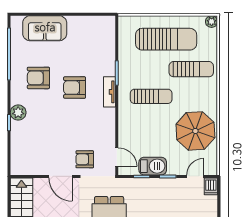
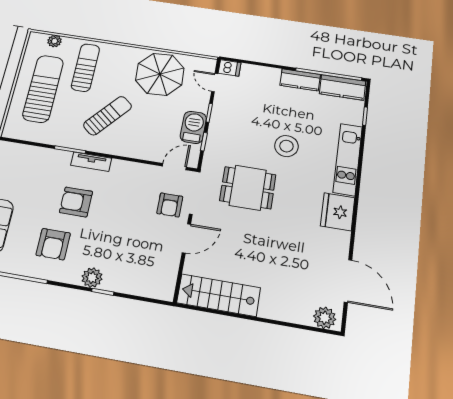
plant: (212, 22) -> (54, 41), moved
armchair: (75, 88) -> (76, 202), turned 90
sun lounger: (151, 96) -> (108, 116), turned 40

